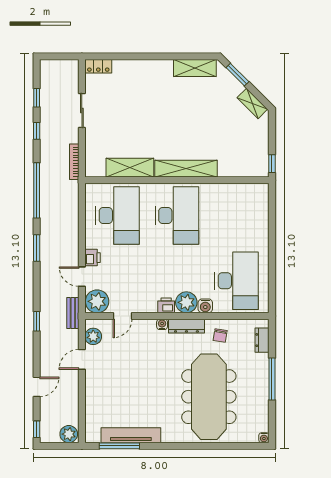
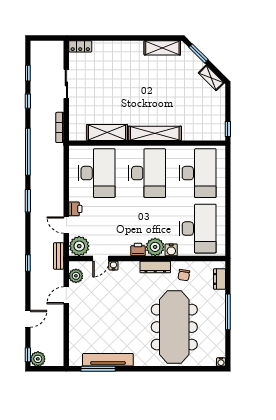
desk: (236, 215) -> (198, 173), added
water cooler: (162, 324) -> (113, 266), moved
plant: (69, 434) -> (38, 359), moved

